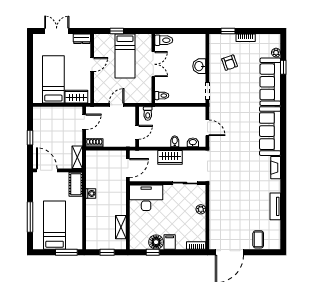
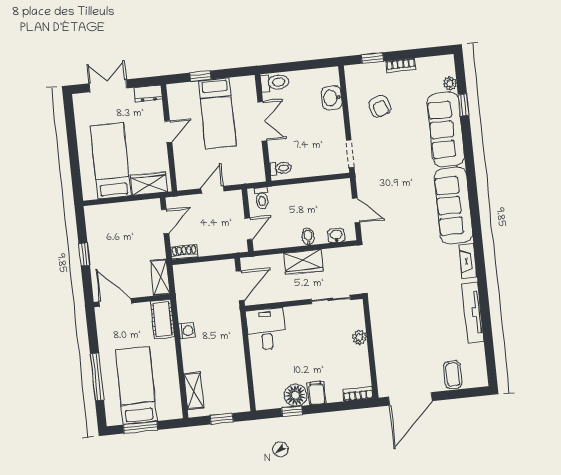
washbasin: (199, 66) -> (332, 98), moved
desk: (146, 198) -> (266, 329), width x0.73
tv unit: (275, 206) -> (473, 312), width x1.41
shelving: (121, 227) -> (194, 391), moved
window: (66, 252) -> (141, 427), moved

